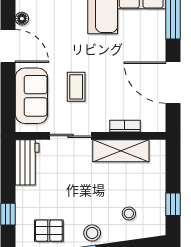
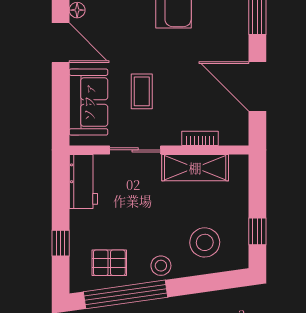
stool: (129, 213) -> (205, 242), width x1.89, depth x1.89

